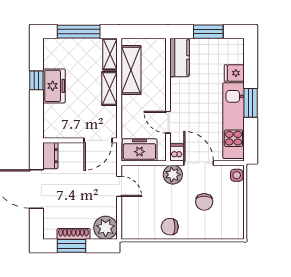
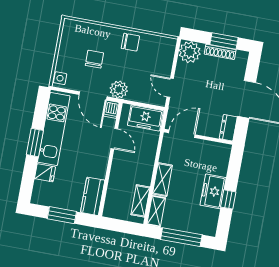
shelving: (131, 70) -> (140, 201), width x0.67, depth x0.75

